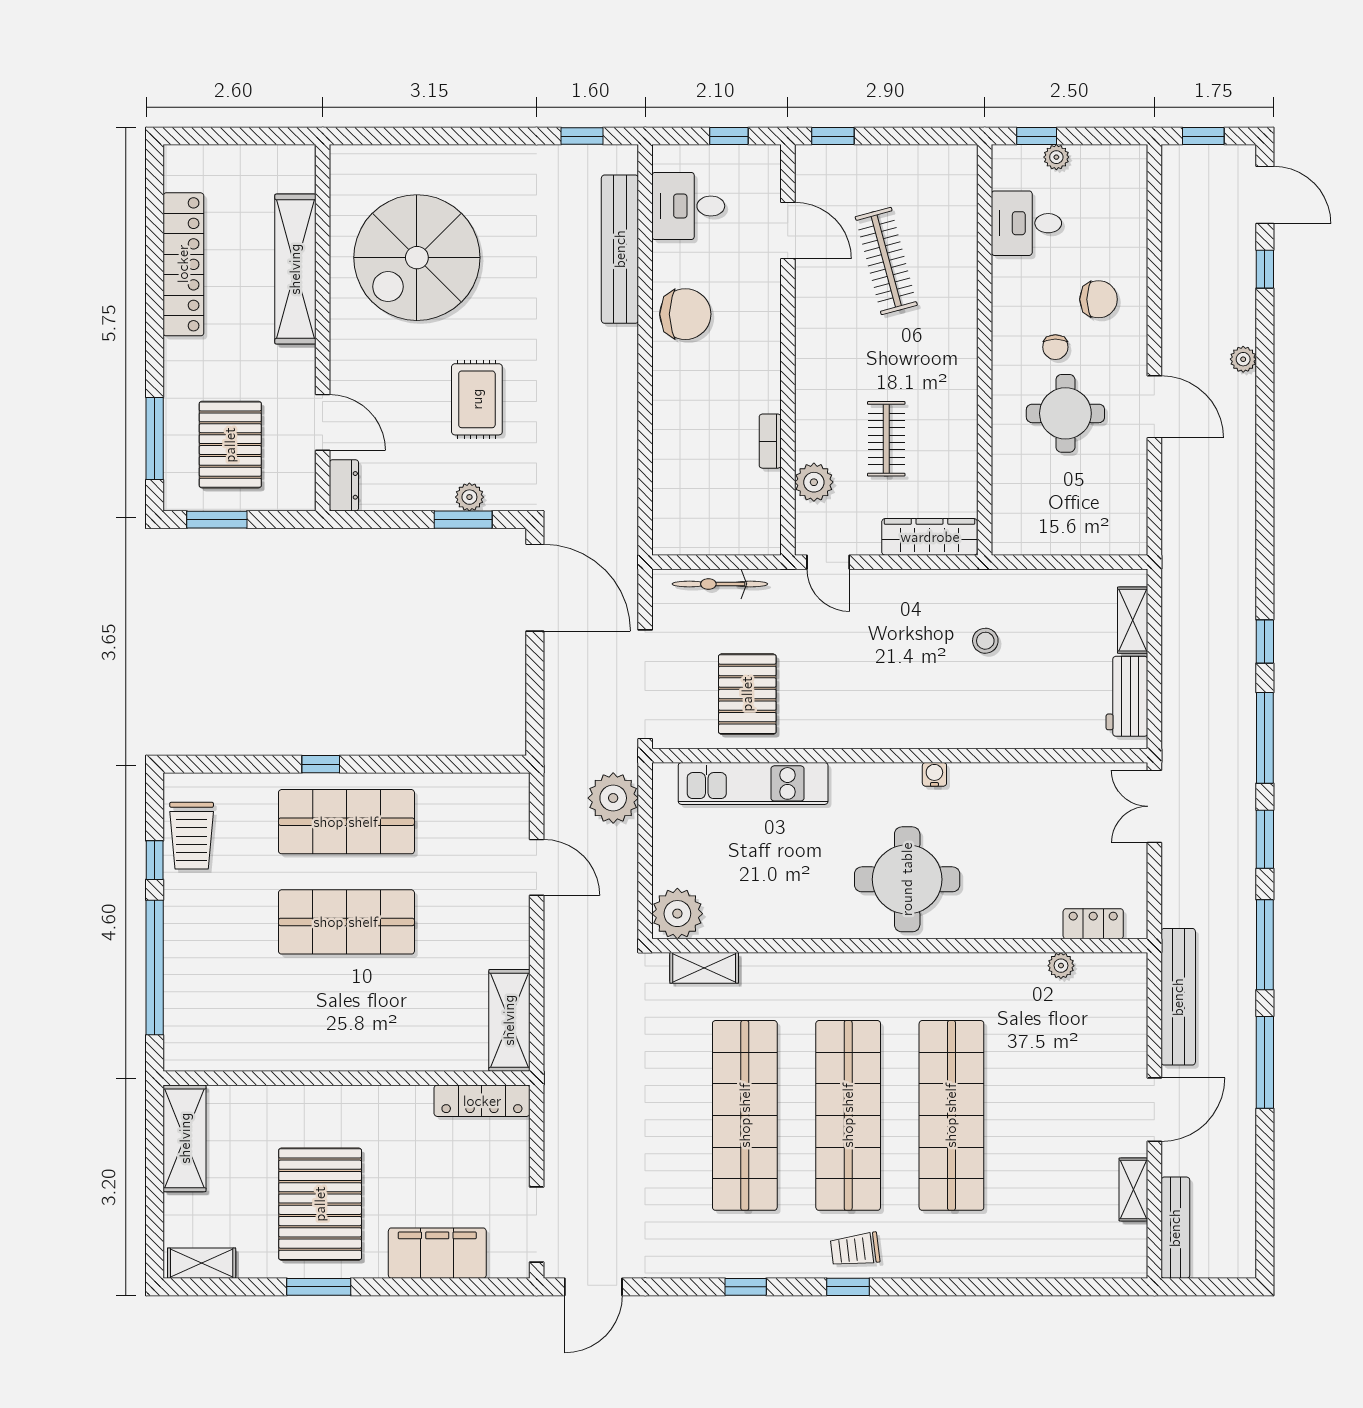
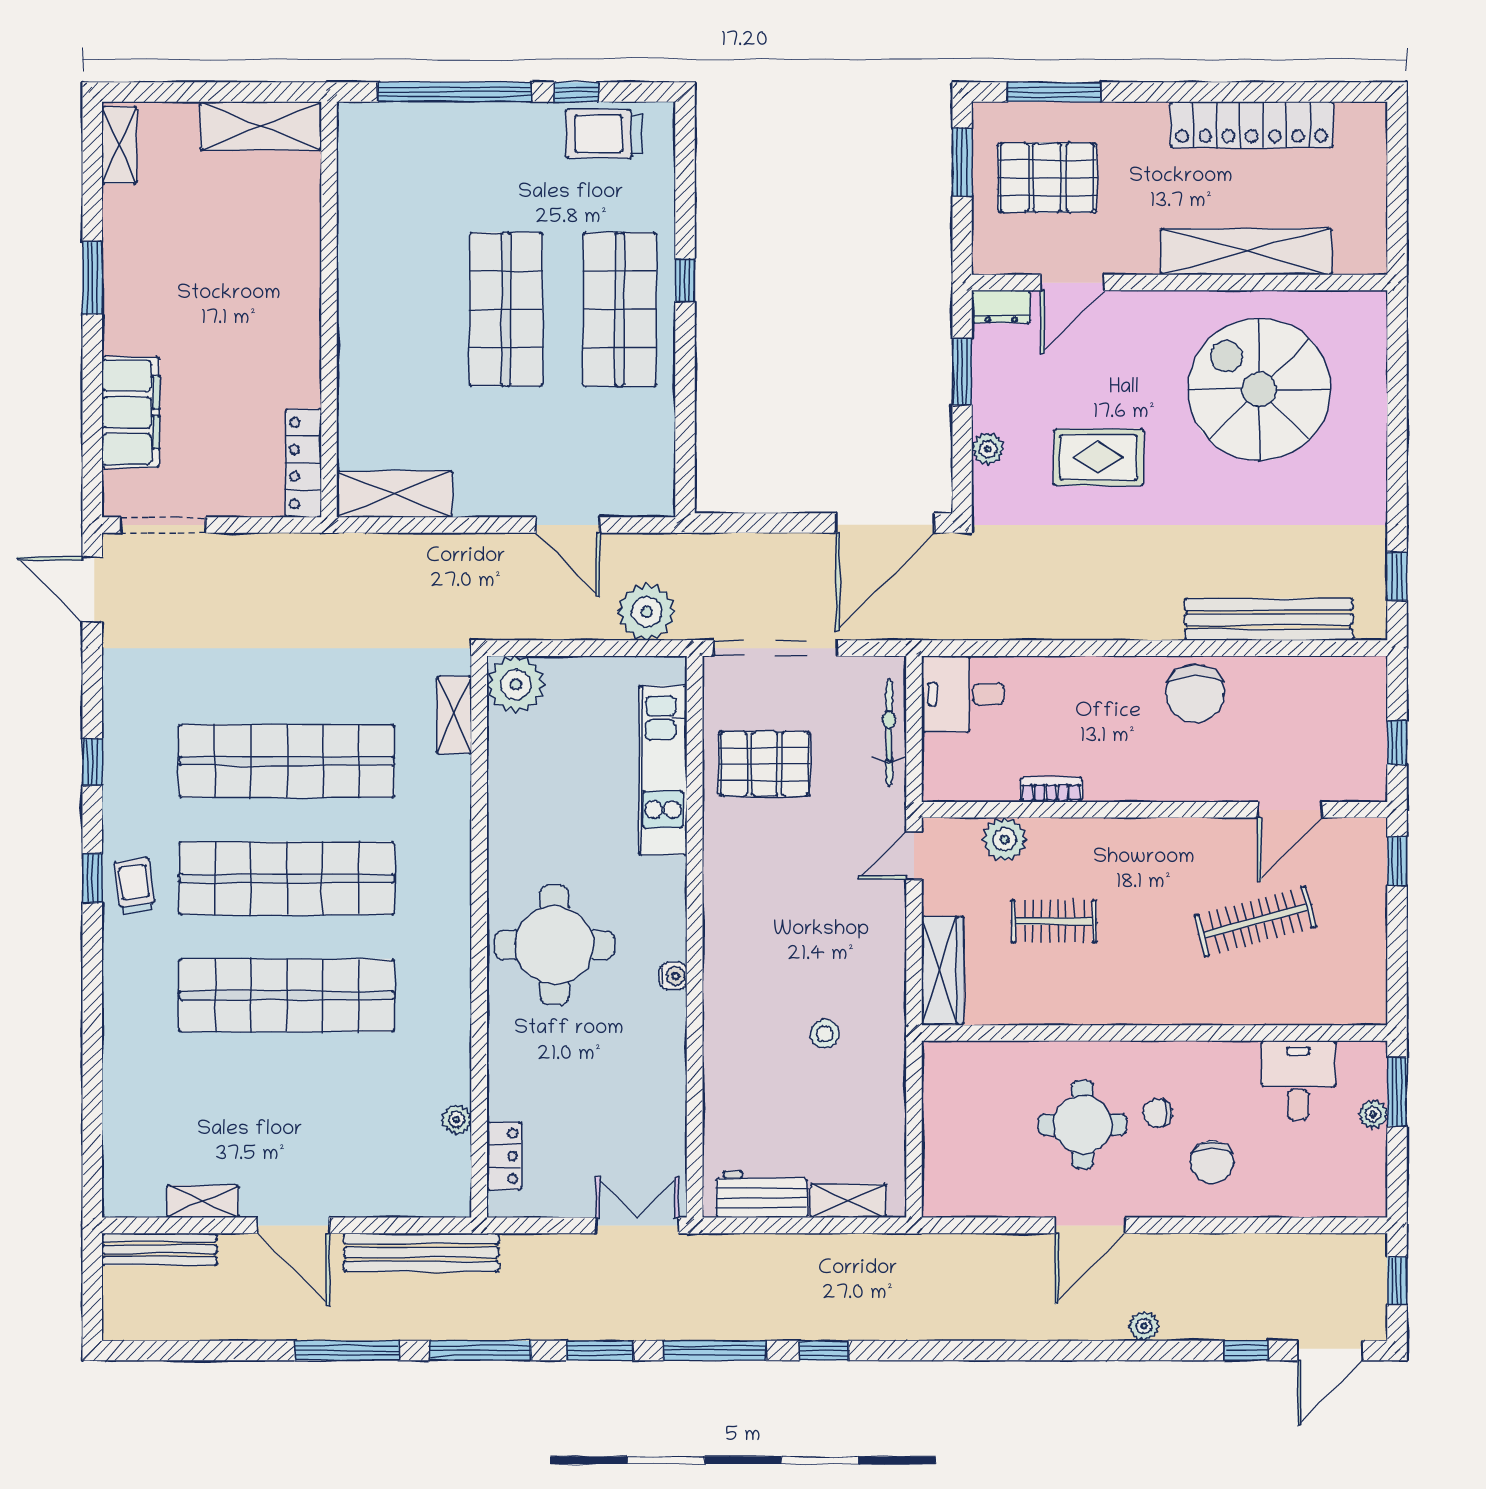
window: (1037, 136) -> (1397, 1092), width x1.50
desk: (688, 206) -> (963, 694), moved, turned -90
window: (463, 520) -> (962, 372), moved
door: (537, 867) -> (568, 525), hinge flipped
pallet: (320, 1204) -> (186, 280), removed

